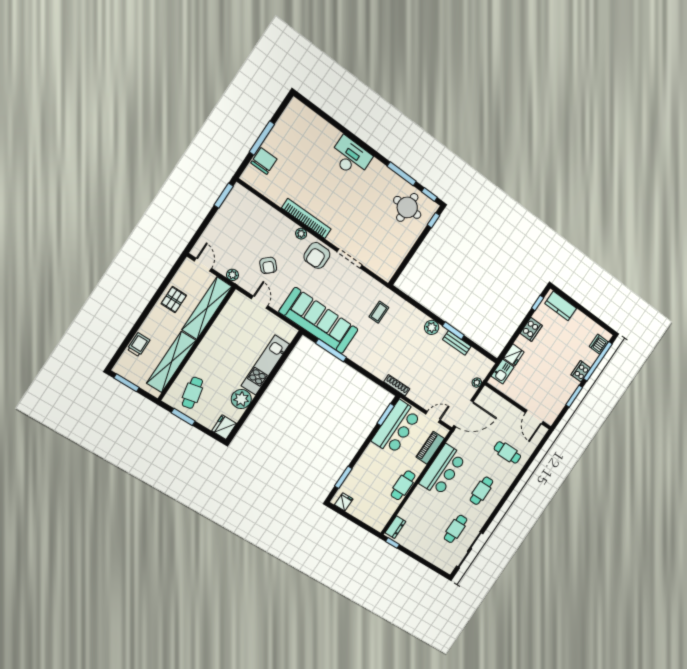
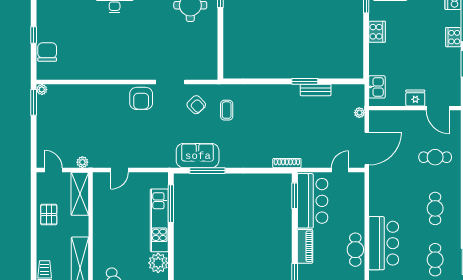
window: (262, 138) -> (34, 35), width x0.46
bookcase: (306, 219) -> (112, 74), removed
plant: (301, 234) -> (42, 90), moved
armchair: (268, 265) -> (196, 105), moved
door: (260, 302) -> (120, 170), swing flipped
shelving: (207, 308) -> (80, 194), width x0.68
sofa: (319, 321) -> (198, 156), width x0.54, depth x0.79
plant: (432, 327) -> (283, 92), removed
fridge: (514, 355) -> (415, 98), moved, turned -90
window: (284, 358) -> (171, 204), added
piano: (430, 448) -> (305, 246), moved, turned 180
bar counter: (443, 470) -> (384, 243), moved

